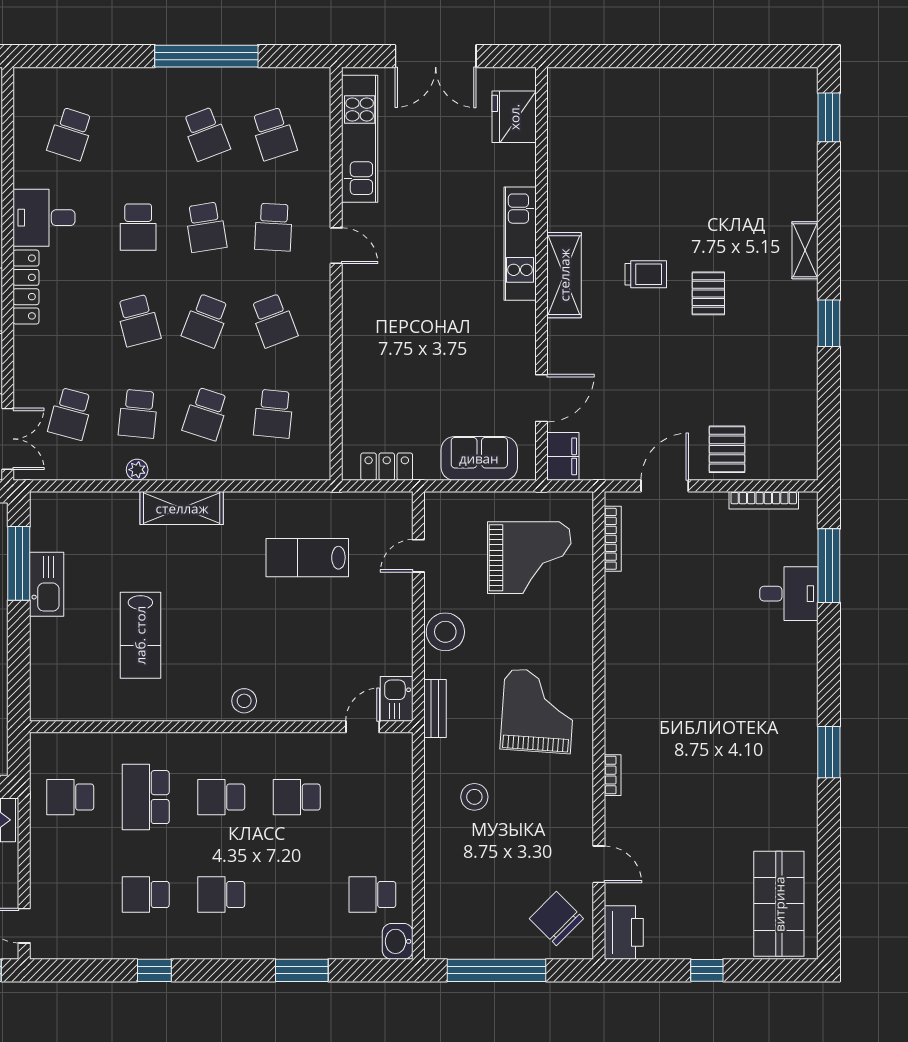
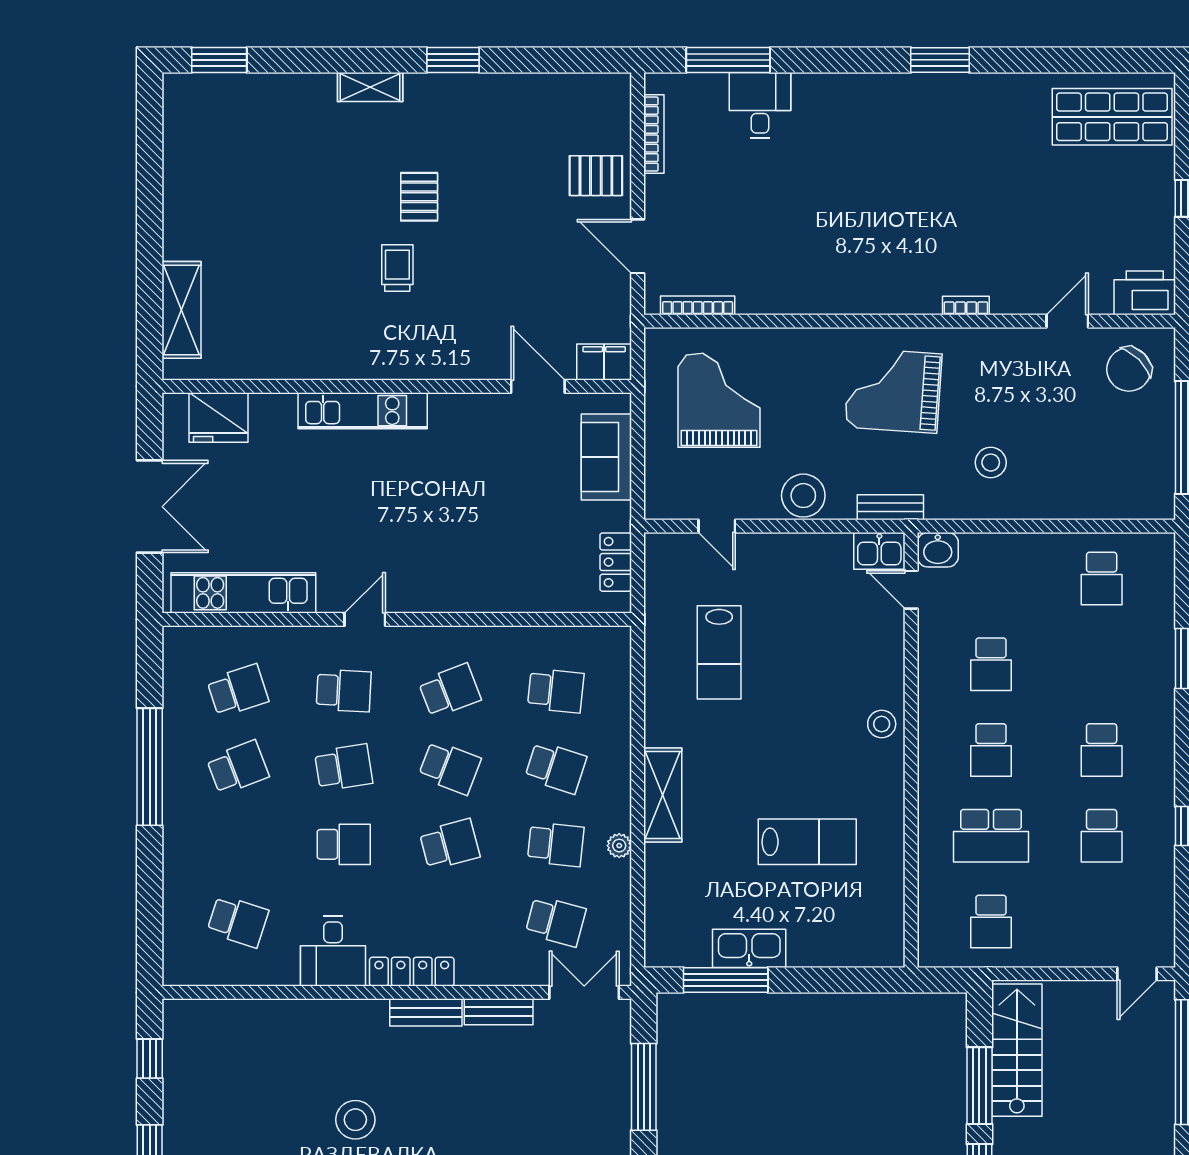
shelving: (564, 275) -> (181, 310), moved, turned 90
pallet: (708, 293) -> (419, 197), turned 90
washbasin: (398, 941) -> (938, 550), moved

